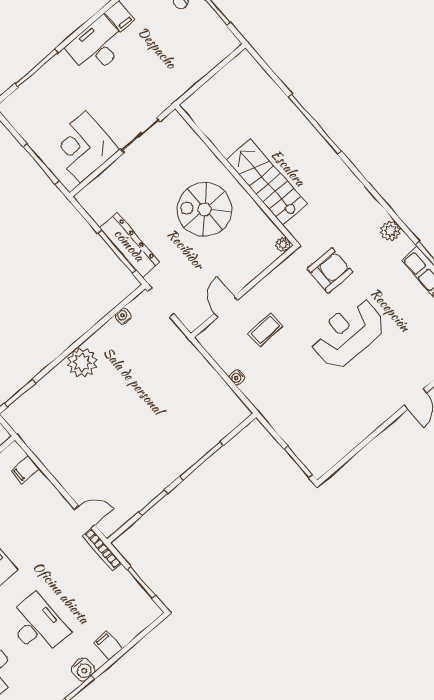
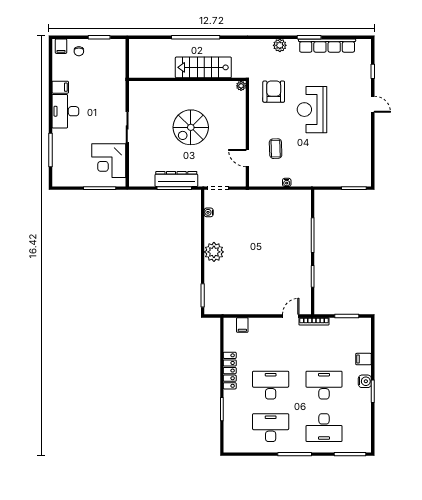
wall: (236, 175) -> (187, 79), moved
stairs: (266, 182) -> (203, 67), moved
plant: (283, 244) -> (241, 86), moved

